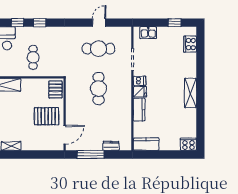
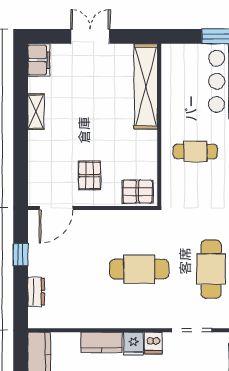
pallet: (46, 116) -> (89, 175), width x0.67, depth x0.71
door: (65, 135) -> (56, 208), hinge flipped
window: (90, 154) -> (21, 255), width x0.46

